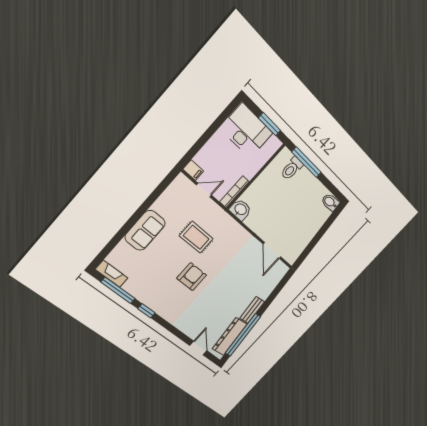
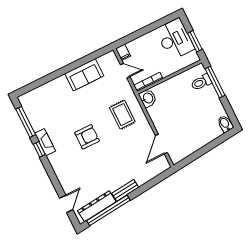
sofa: (145, 230) -> (84, 75), moved
rug: (196, 237) -> (122, 115), moved
fireplace: (112, 274) -> (45, 142), moved

